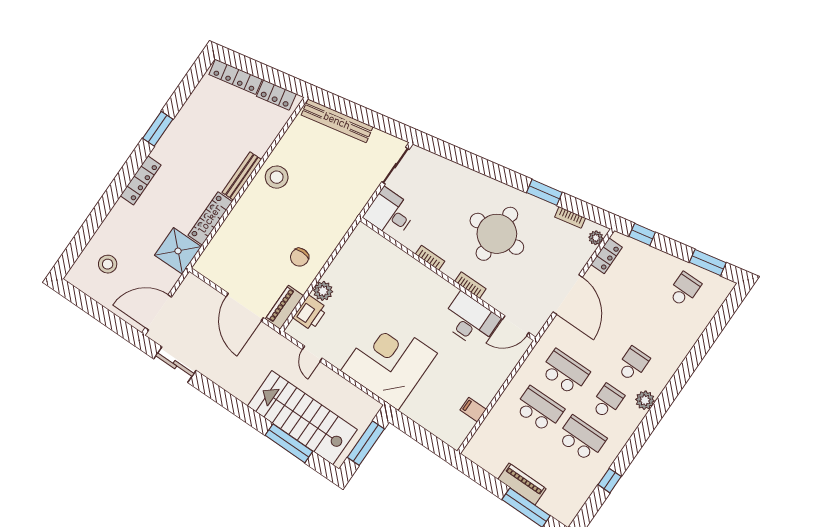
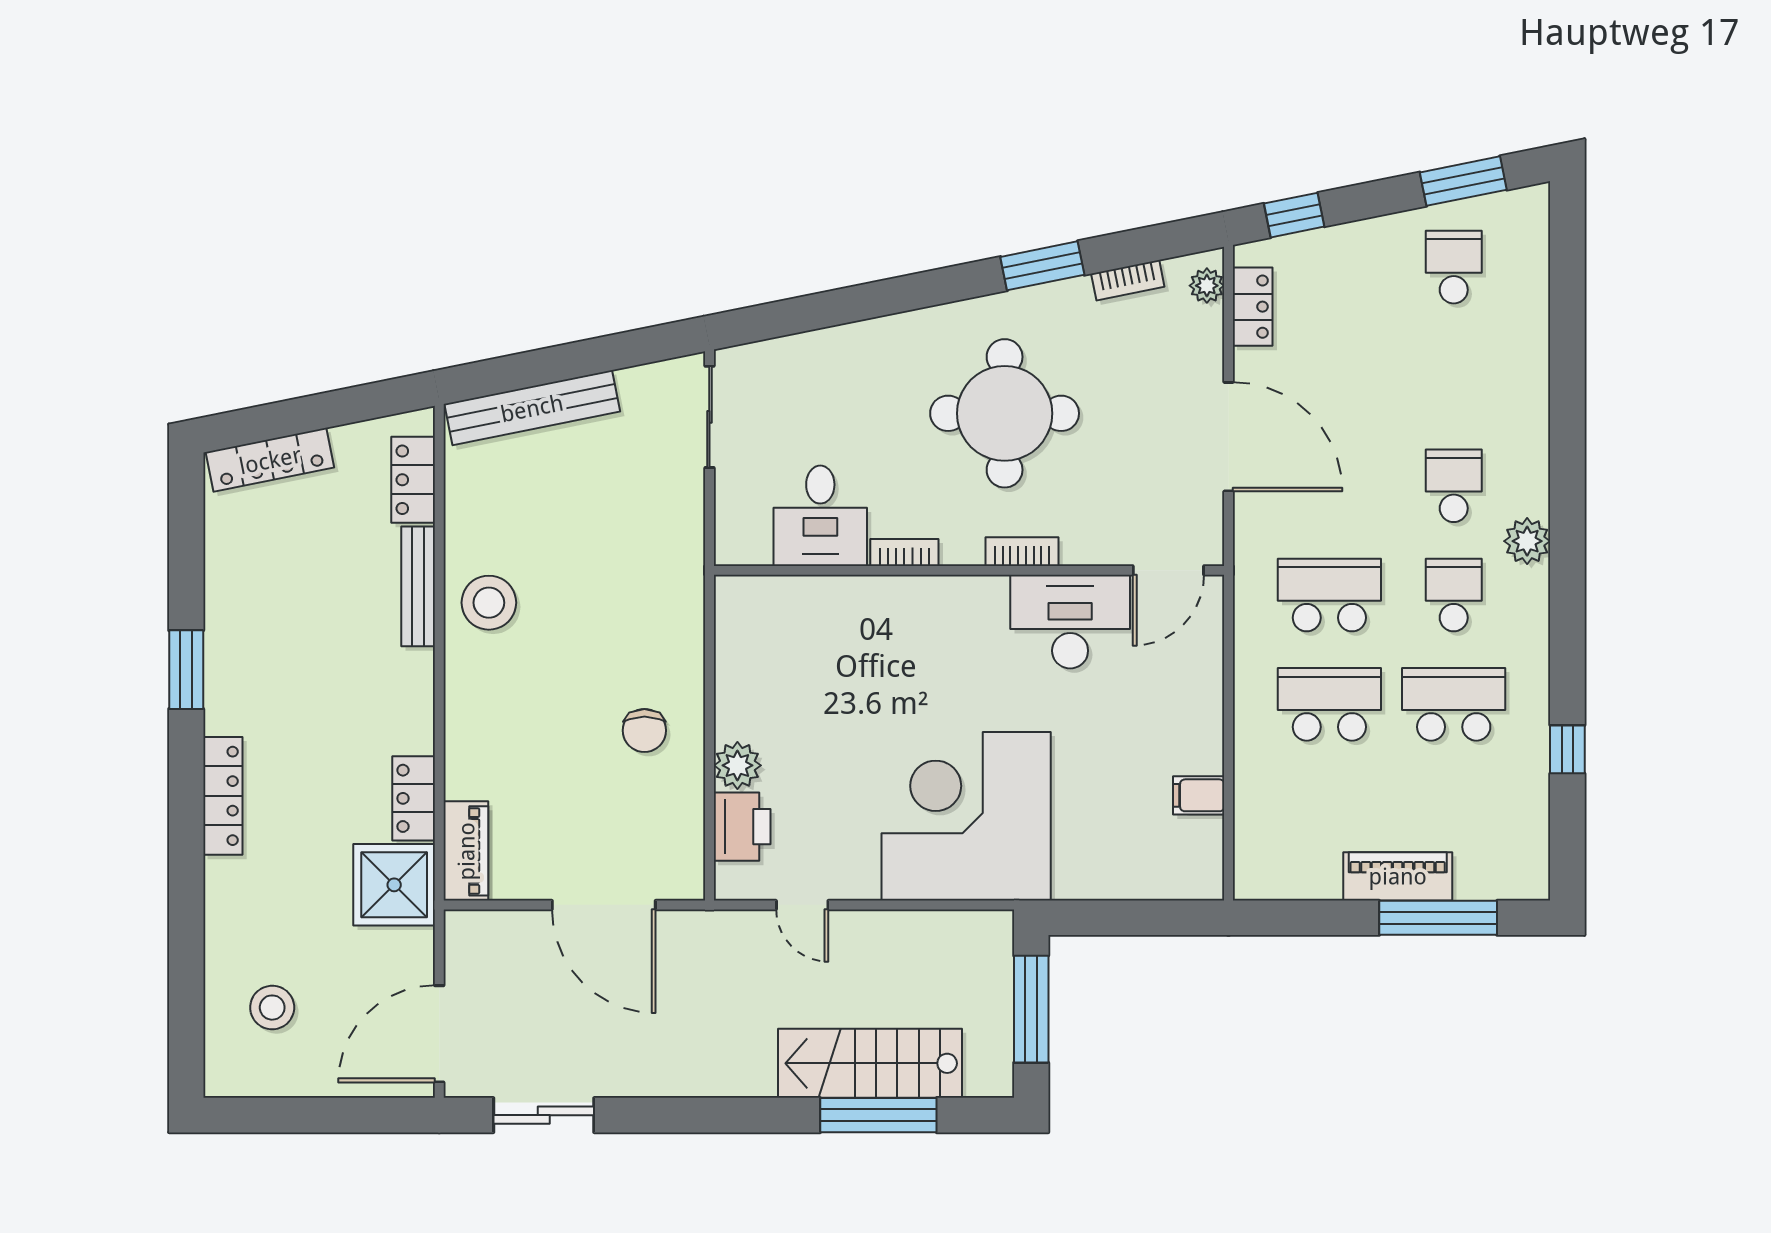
locker: (276, 95) -> (413, 480), moved, turned 101
bench: (242, 176) -> (418, 586), moved
desk: (390, 213) -> (820, 516), moved, turned -90
locker: (210, 219) -> (414, 798), width x0.66
piano: (284, 307) -> (466, 851), moved, turned 180
stairs: (302, 418) -> (870, 1063), width x0.73, depth x0.66

